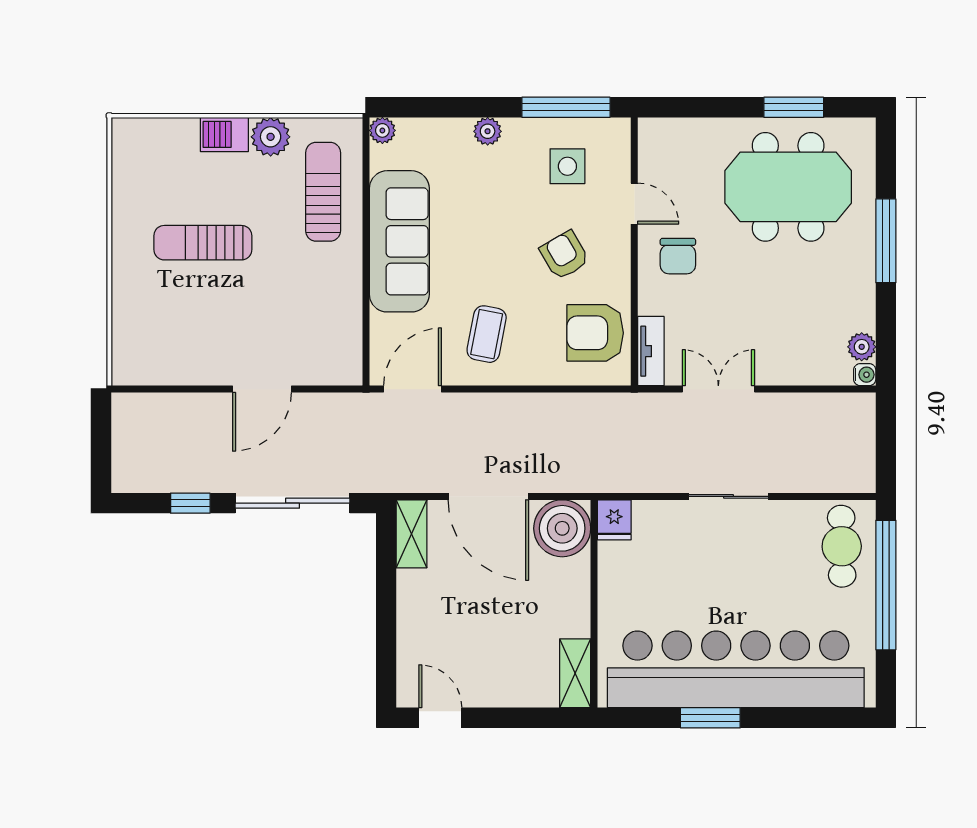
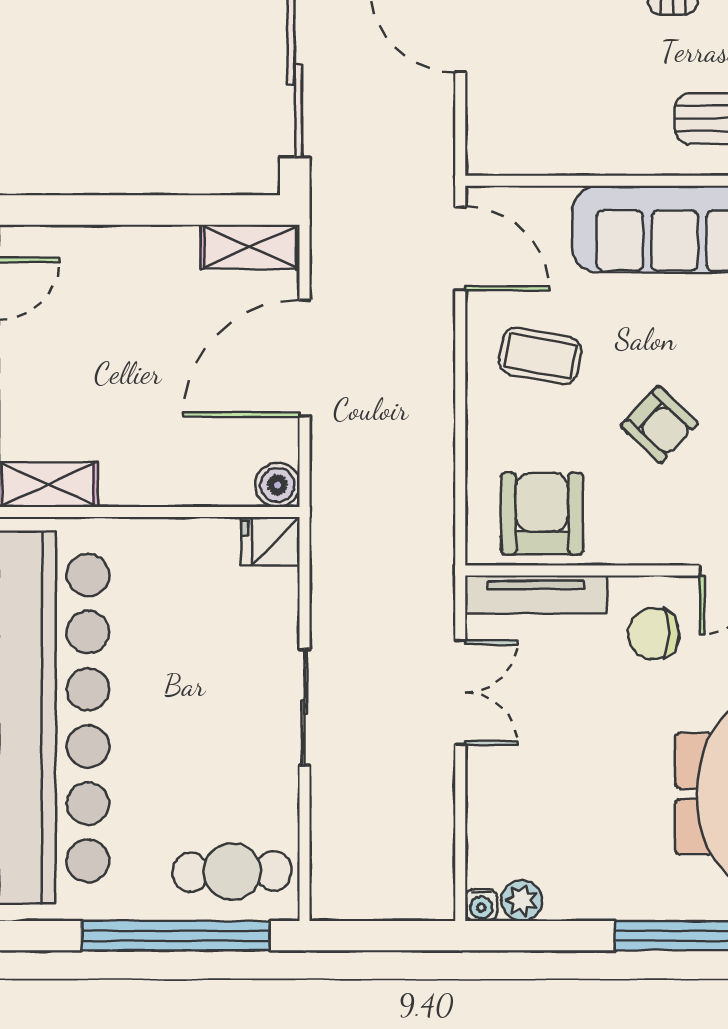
armchair: (564, 255) -> (659, 424), moved, turned 73
tv unit: (651, 351) -> (536, 594), width x1.41
boiler: (562, 528) -> (277, 485), width x0.54, depth x0.54

